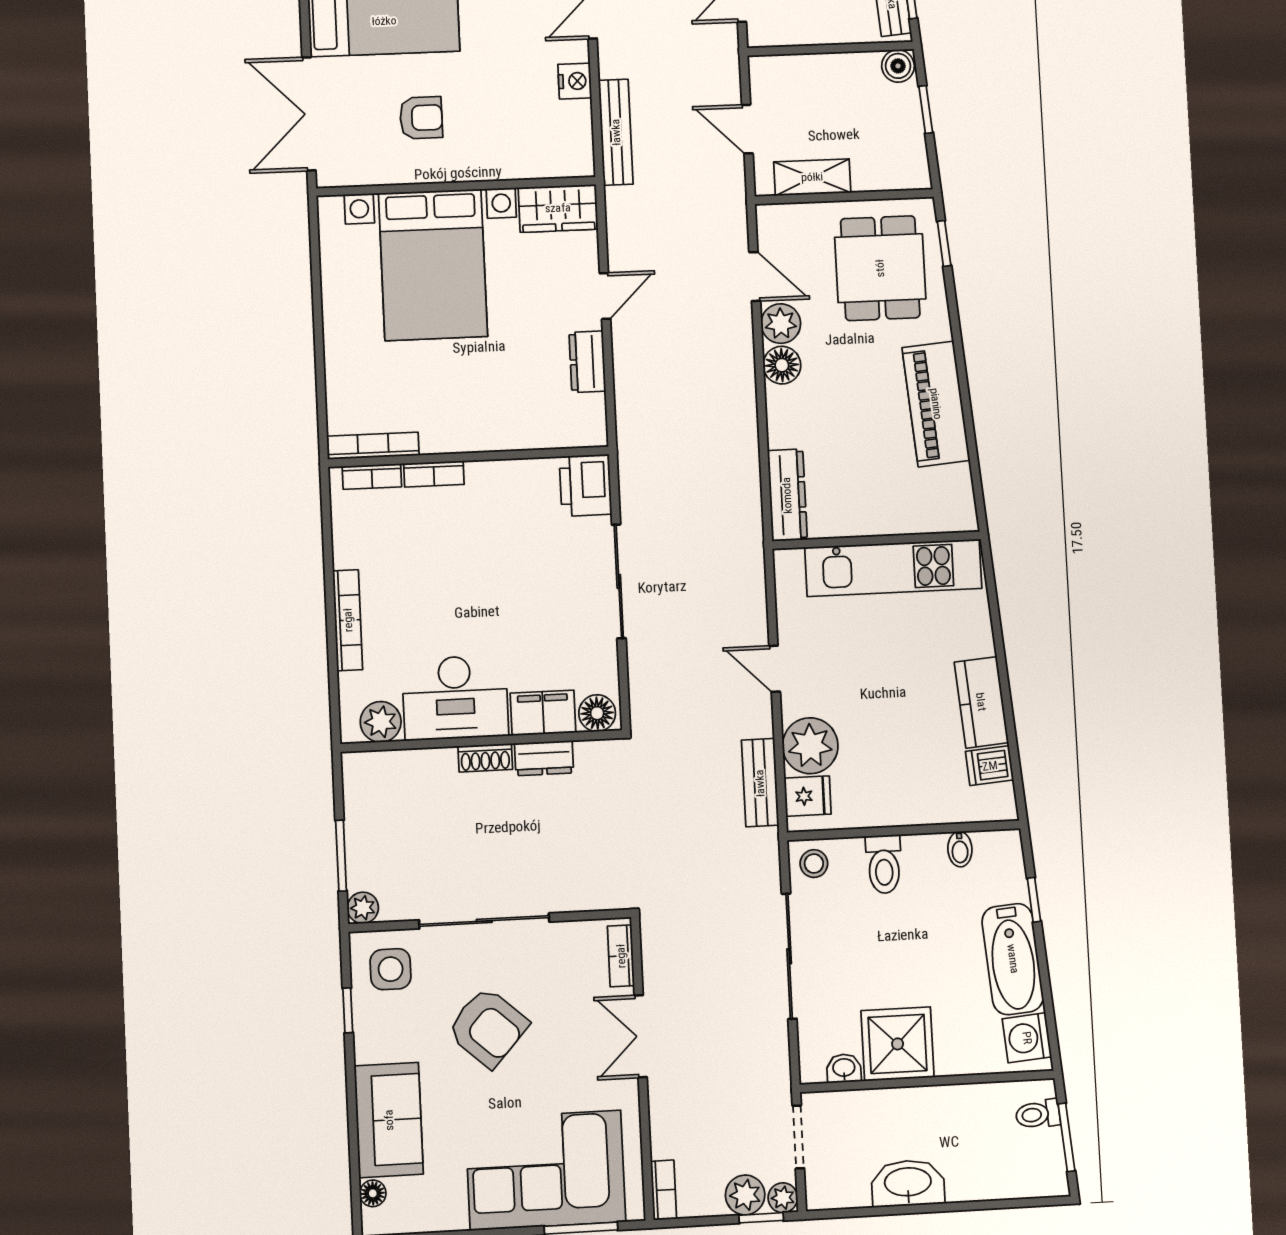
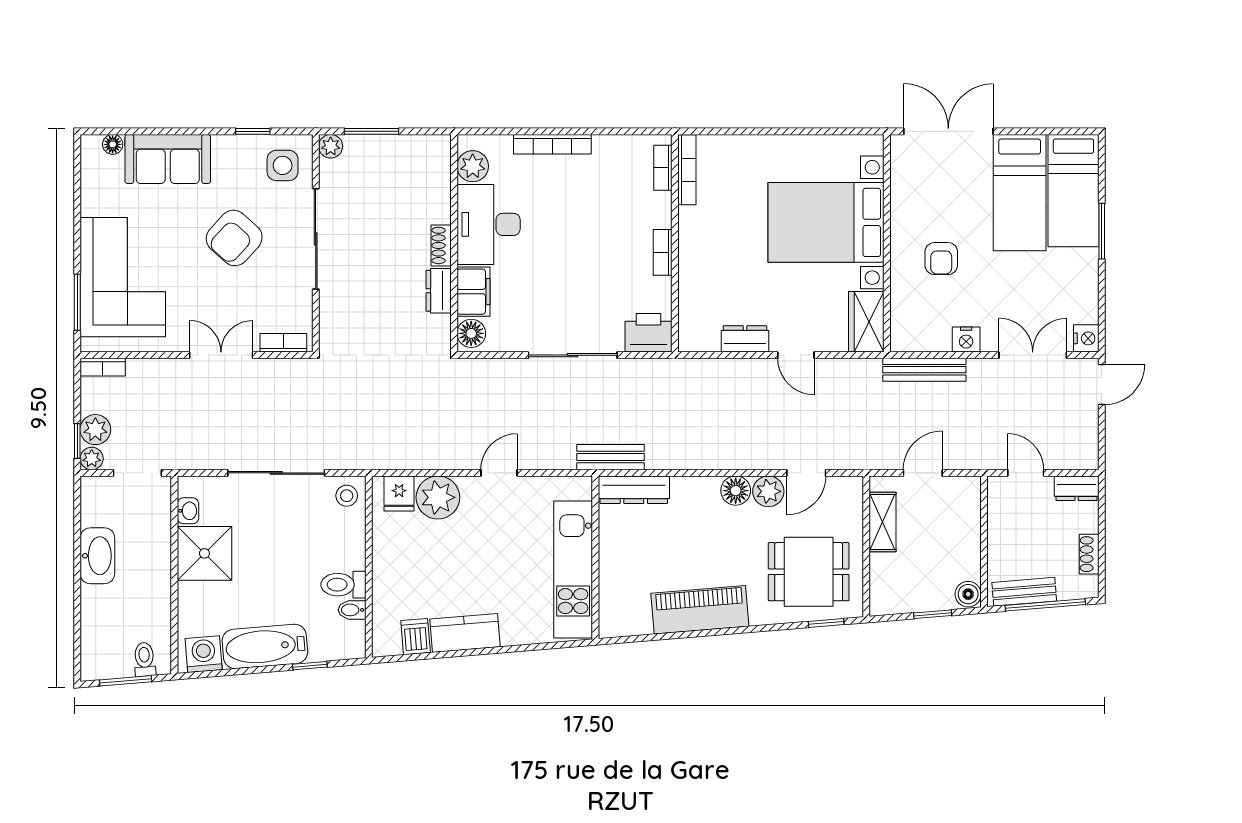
armchair: (421, 118) -> (941, 259), moved
bookcase: (434, 474) -> (663, 252), moved
bench: (760, 783) -> (610, 457), moved
toilet: (884, 864) -> (343, 585), moved

